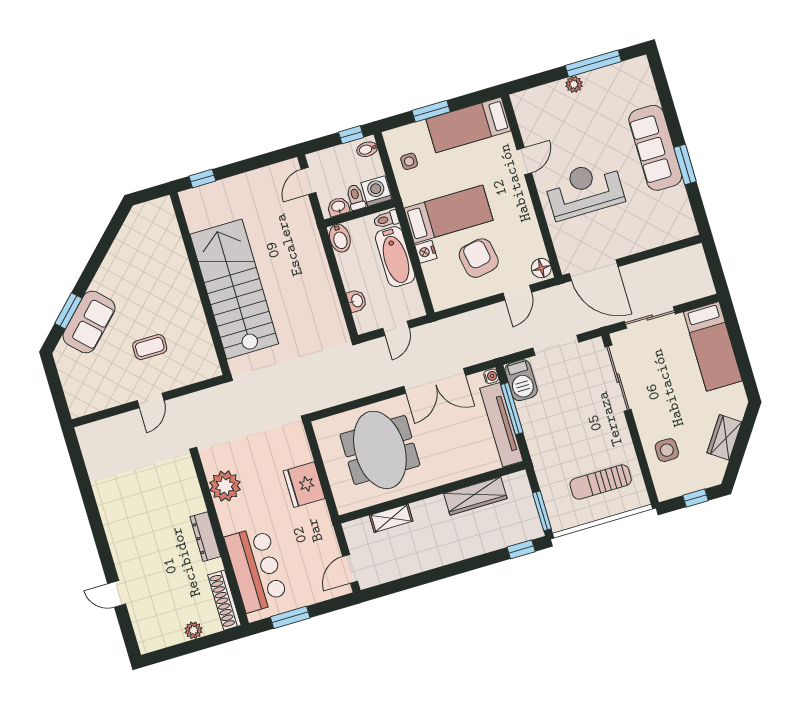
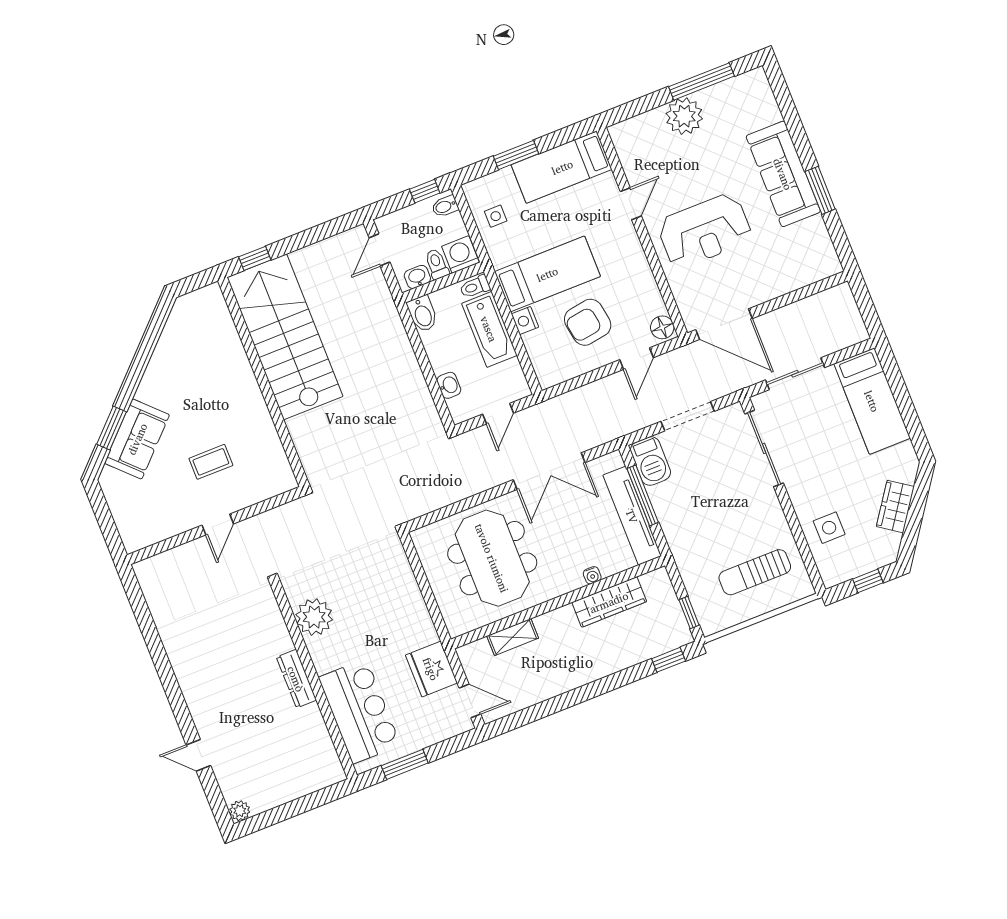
plant: (574, 84) -> (684, 116), width x1.88, depth x1.88
reception desk: (584, 190) -> (705, 231), turned 180
armchair: (479, 258) -> (588, 322), turned -89
stairs: (234, 289) -> (285, 337), moved
water cooler: (491, 376) -> (592, 575), moved, turned 90
fridge: (304, 485) -> (431, 669), moved
window: (542, 511) -> (689, 612), width x0.67
door: (350, 569) -> (470, 701), swing flipped
shoe rack: (224, 600) -> (326, 751), removed
plant: (193, 630) -> (240, 811), moved

